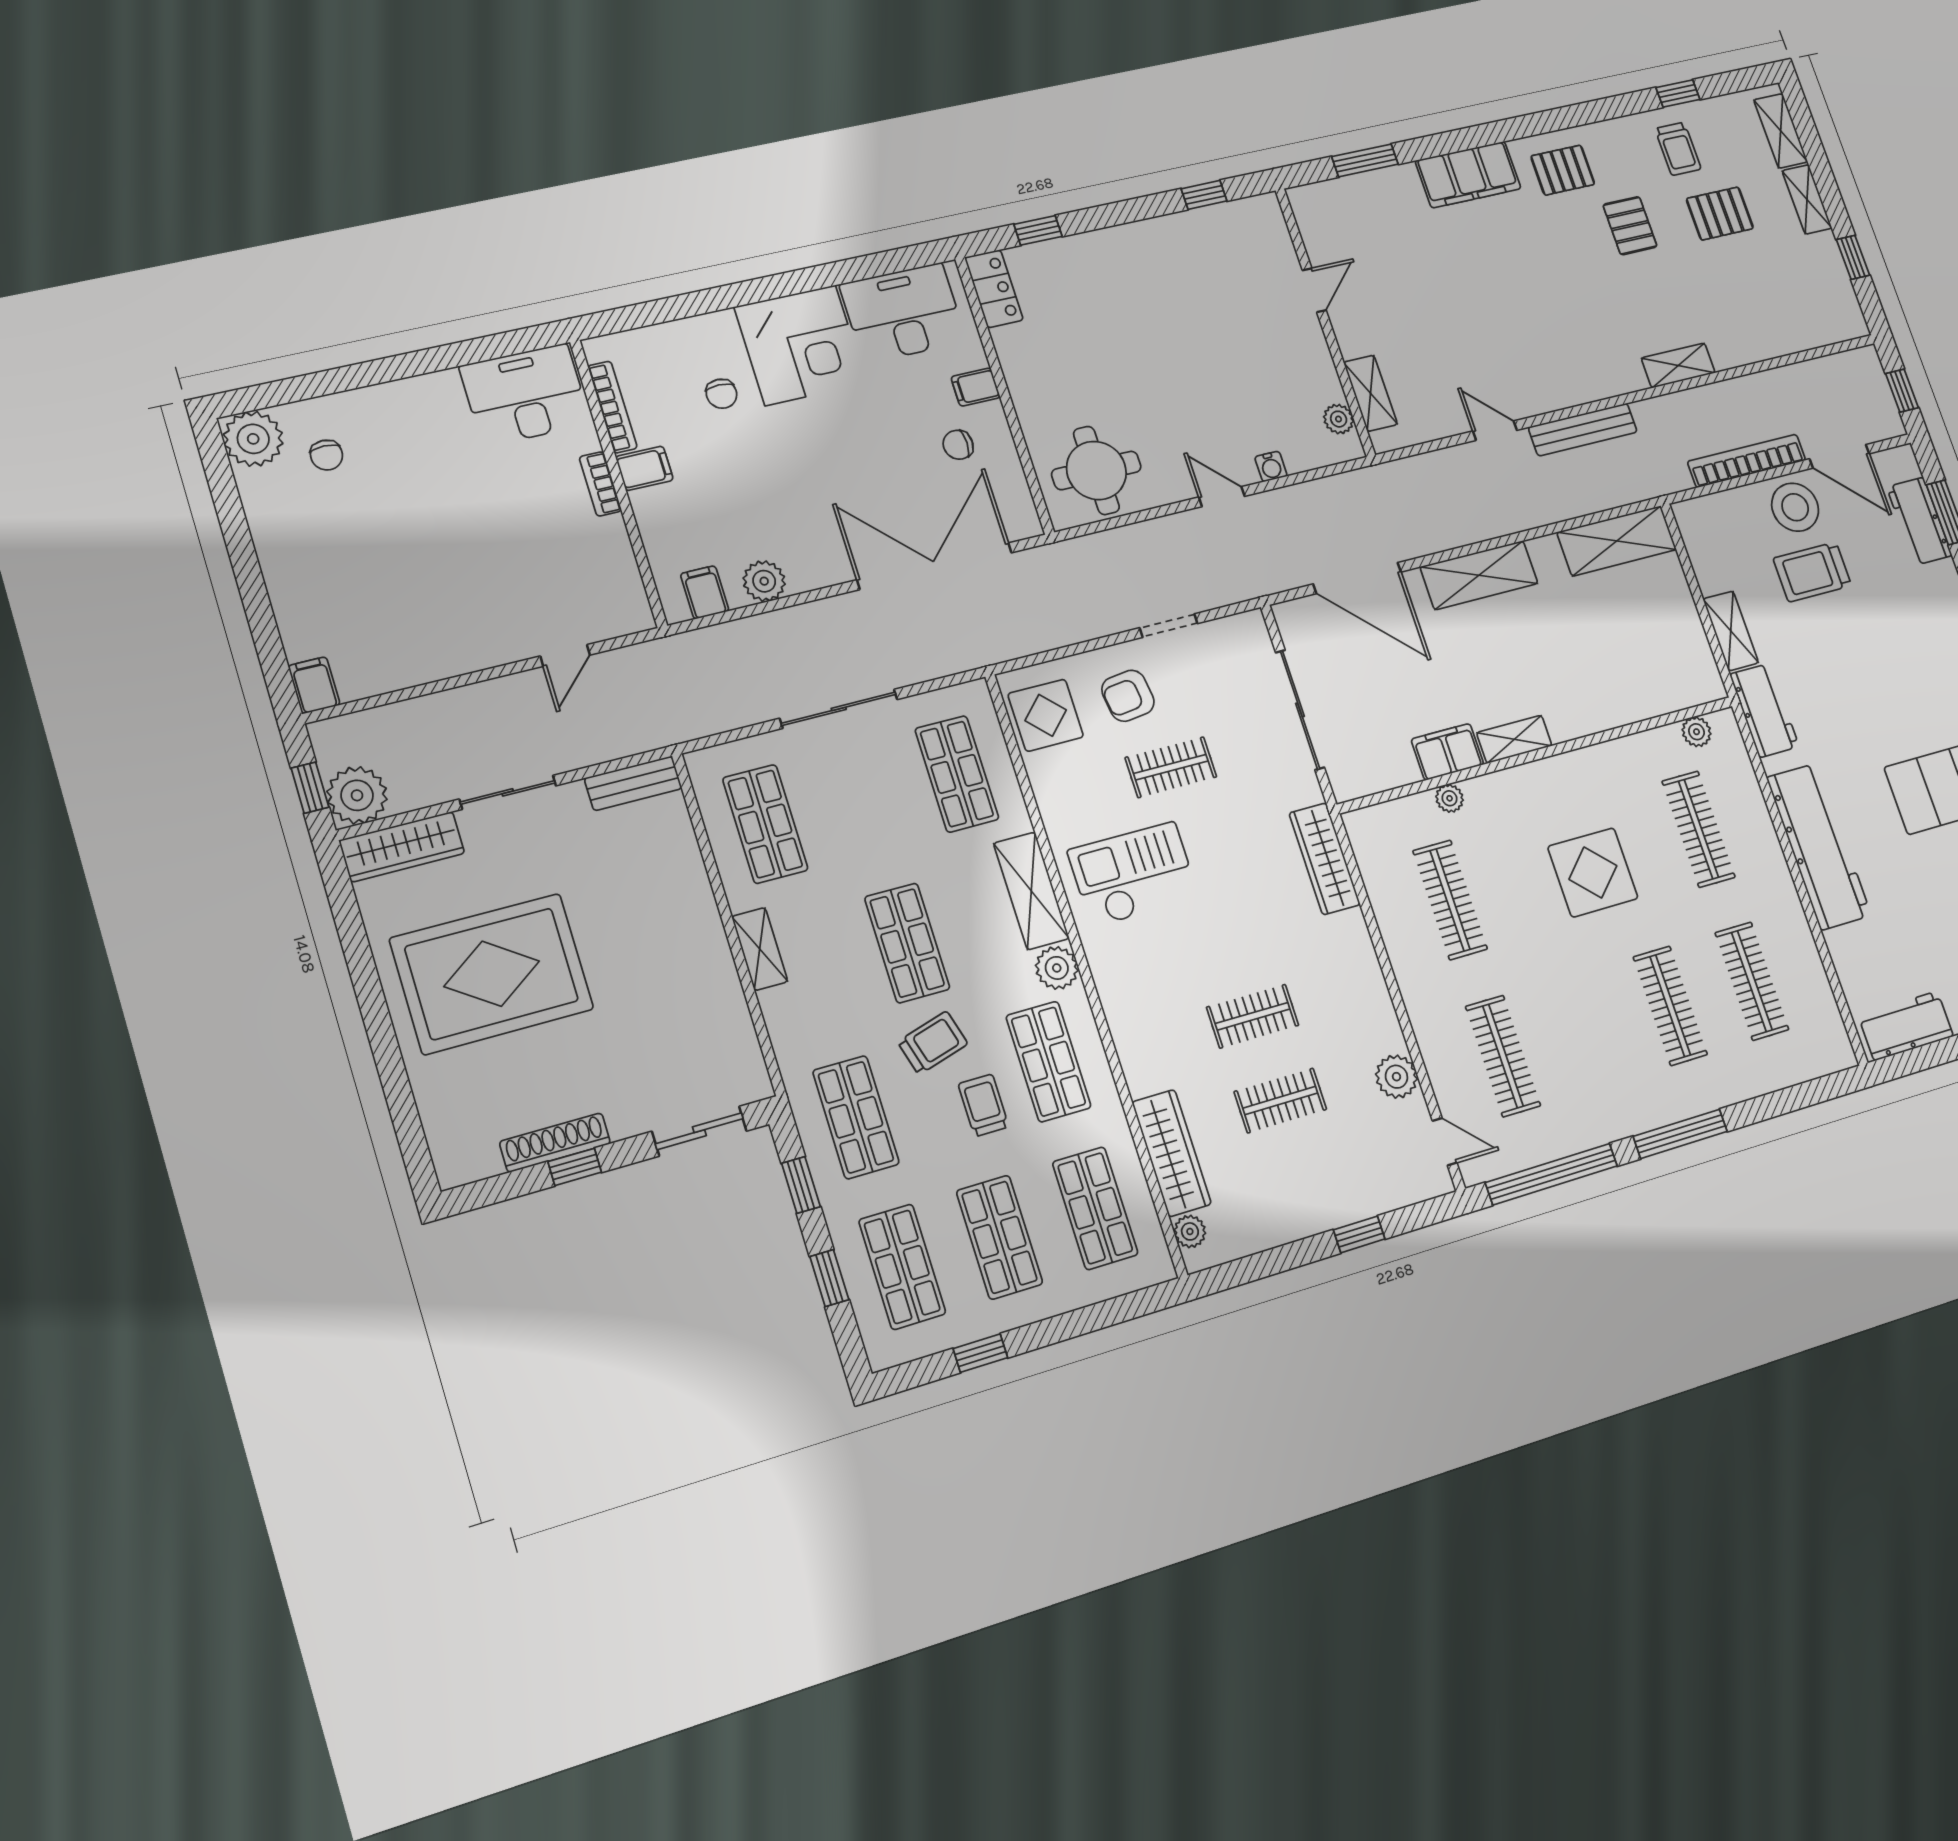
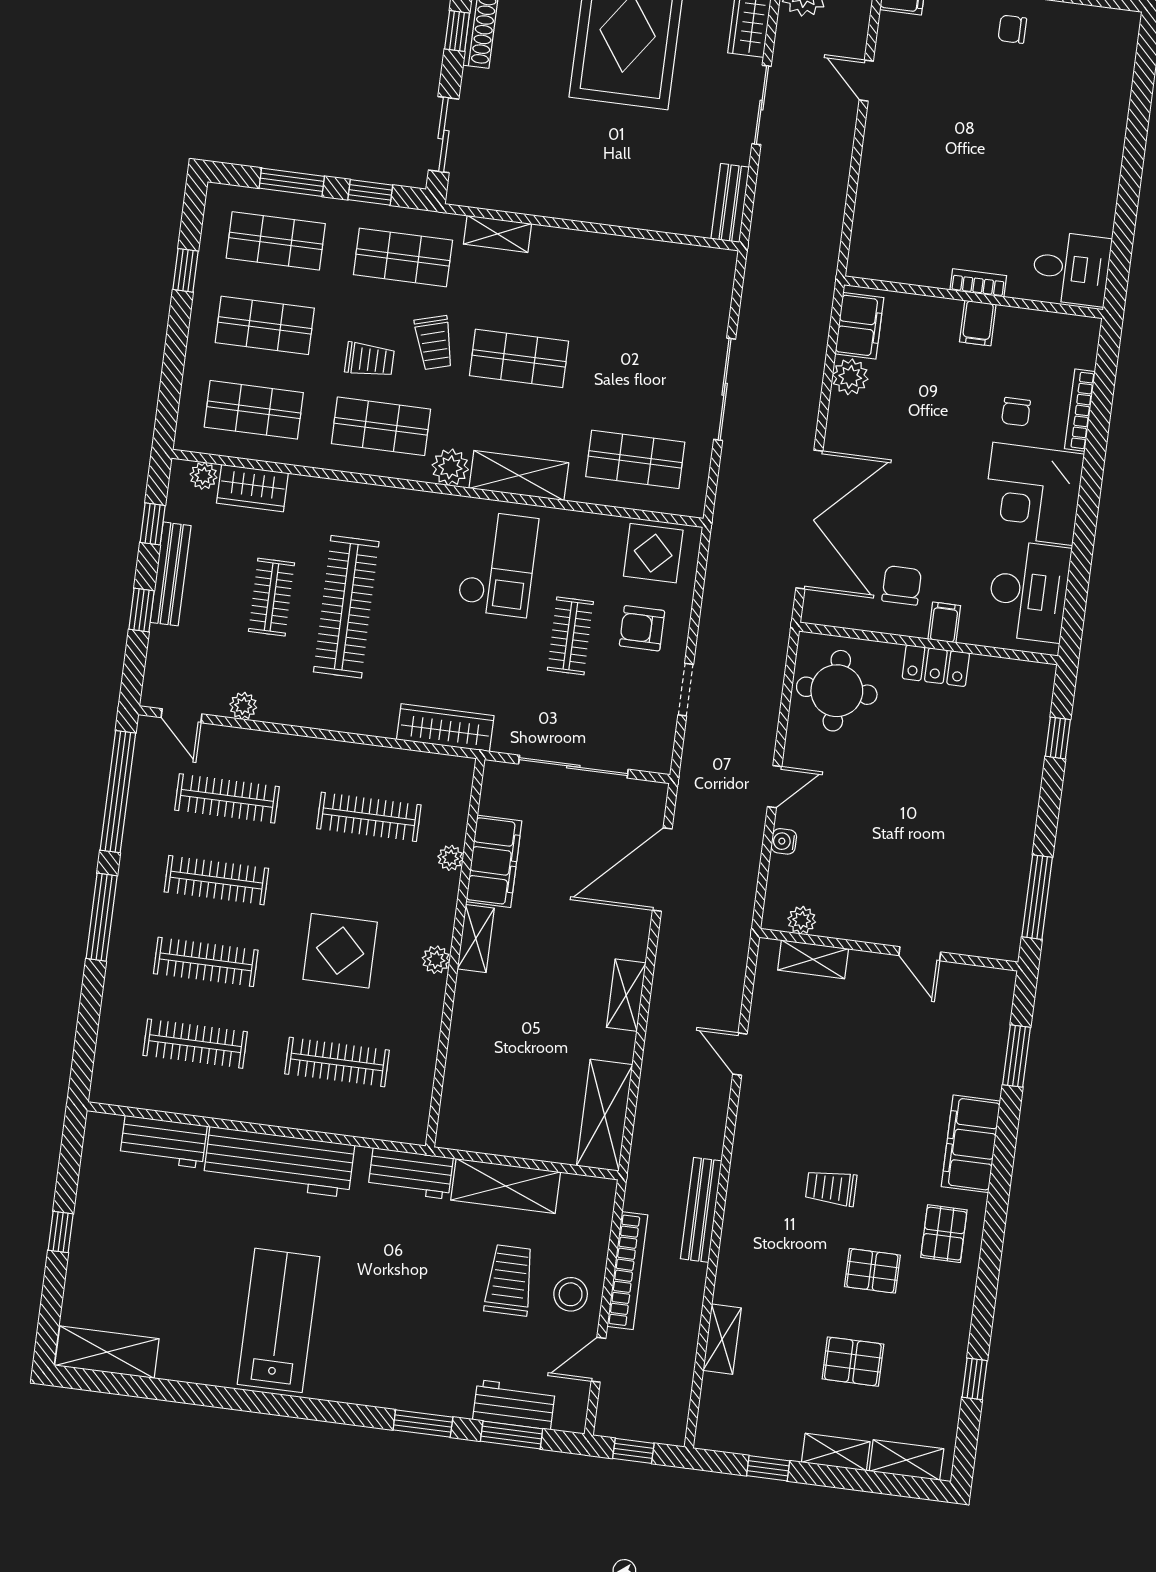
trolley: (1678, 149) -> (831, 1188), moved
window: (1204, 195) -> (1037, 897), width x2.17
pallet: (1720, 214) -> (853, 1362), turned 90
locker: (994, 289) -> (936, 666), moved
shelving: (1678, 365) -> (722, 1339), moved
chair: (721, 394) -> (1016, 412), turned -90
desk: (525, 395) -> (1071, 268), width x0.73
bookcase: (612, 407) -> (1080, 410), moved, turned 90
bench: (1583, 430) -> (701, 1210), moved
door: (1495, 431) -> (740, 1054), swing flipped
plant: (253, 439) -> (1115, 33), removed
chair: (958, 445) -> (902, 585), width x1.37, depth x1.37
chair: (326, 455) -> (1012, 29), moved
door: (1839, 456) -> (599, 1360), width x0.73
stool: (1795, 507) -> (571, 1294), width x0.73, depth x0.73
shelving: (1479, 575) -> (626, 995), width x0.67, depth x0.75
filing cabinet: (705, 592) -> (859, 326), width x2.00
shelving: (1731, 631) -> (506, 1186), width x1.50, depth x1.33
door: (565, 655) -> (866, 81), moved
armchair: (1128, 696) -> (642, 628), turned -83
plant: (1697, 732) -> (436, 960), moved
filing cabinet: (1447, 752) -> (494, 861), width x1.50, depth x1.17
shop shelf: (765, 824) -> (657, 290), removed
shelving: (760, 949) -> (497, 234), moved
clothes rail: (1253, 1016) -> (346, 607), width x1.86, depth x1.31
workbench: (1906, 1026) -> (163, 1142), moved, turned 90
clothes rail: (1587, 1031) -> (216, 880), added
plant: (1396, 1077) -> (243, 706), width x0.73, depth x0.73
door: (1445, 1142) -> (181, 716), hinge flipped
wardrobe: (1172, 1153) -> (252, 488), width x0.67
bench: (1308, 1220) -> (171, 574), added
window: (1266, 1264) -> (153, 524), added
window: (829, 1278) -> (292, 182), width x1.50

